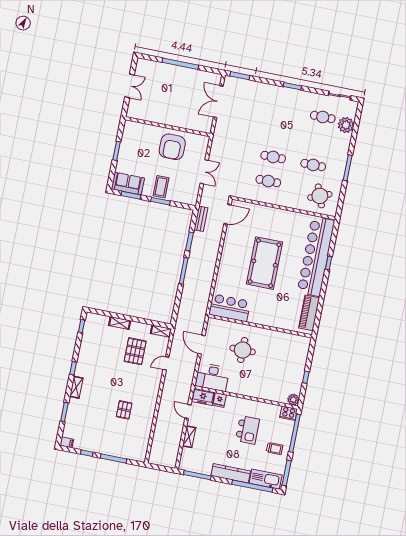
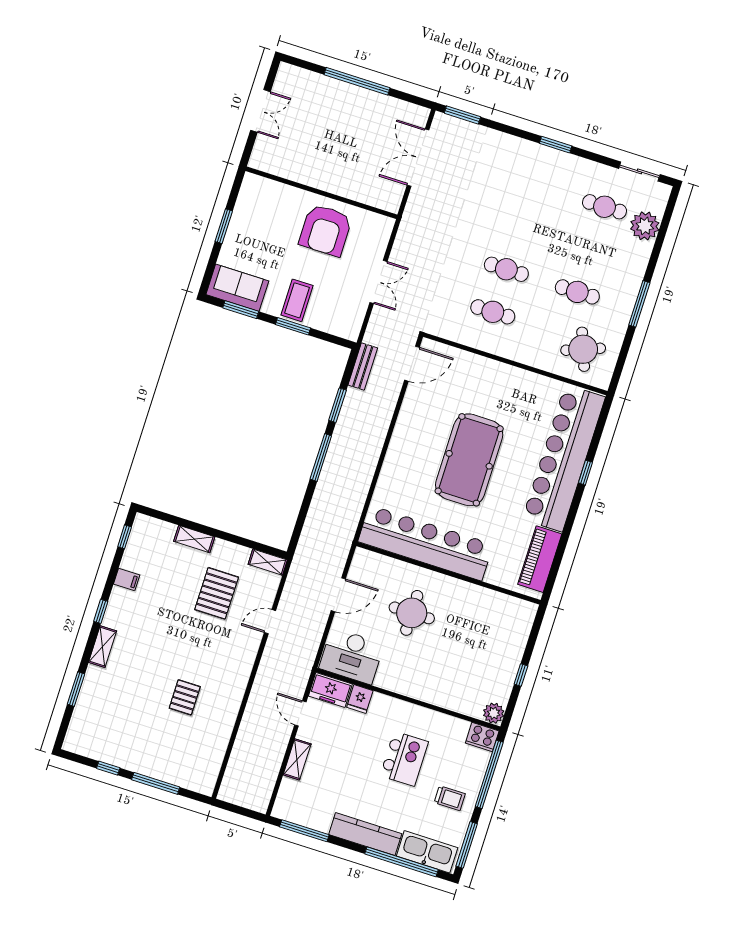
bar counter: (230, 308) -> (426, 543), width x1.86
door: (201, 345) -> (338, 595), swing flipped
filing cabinet: (67, 442) -> (127, 580), moved

